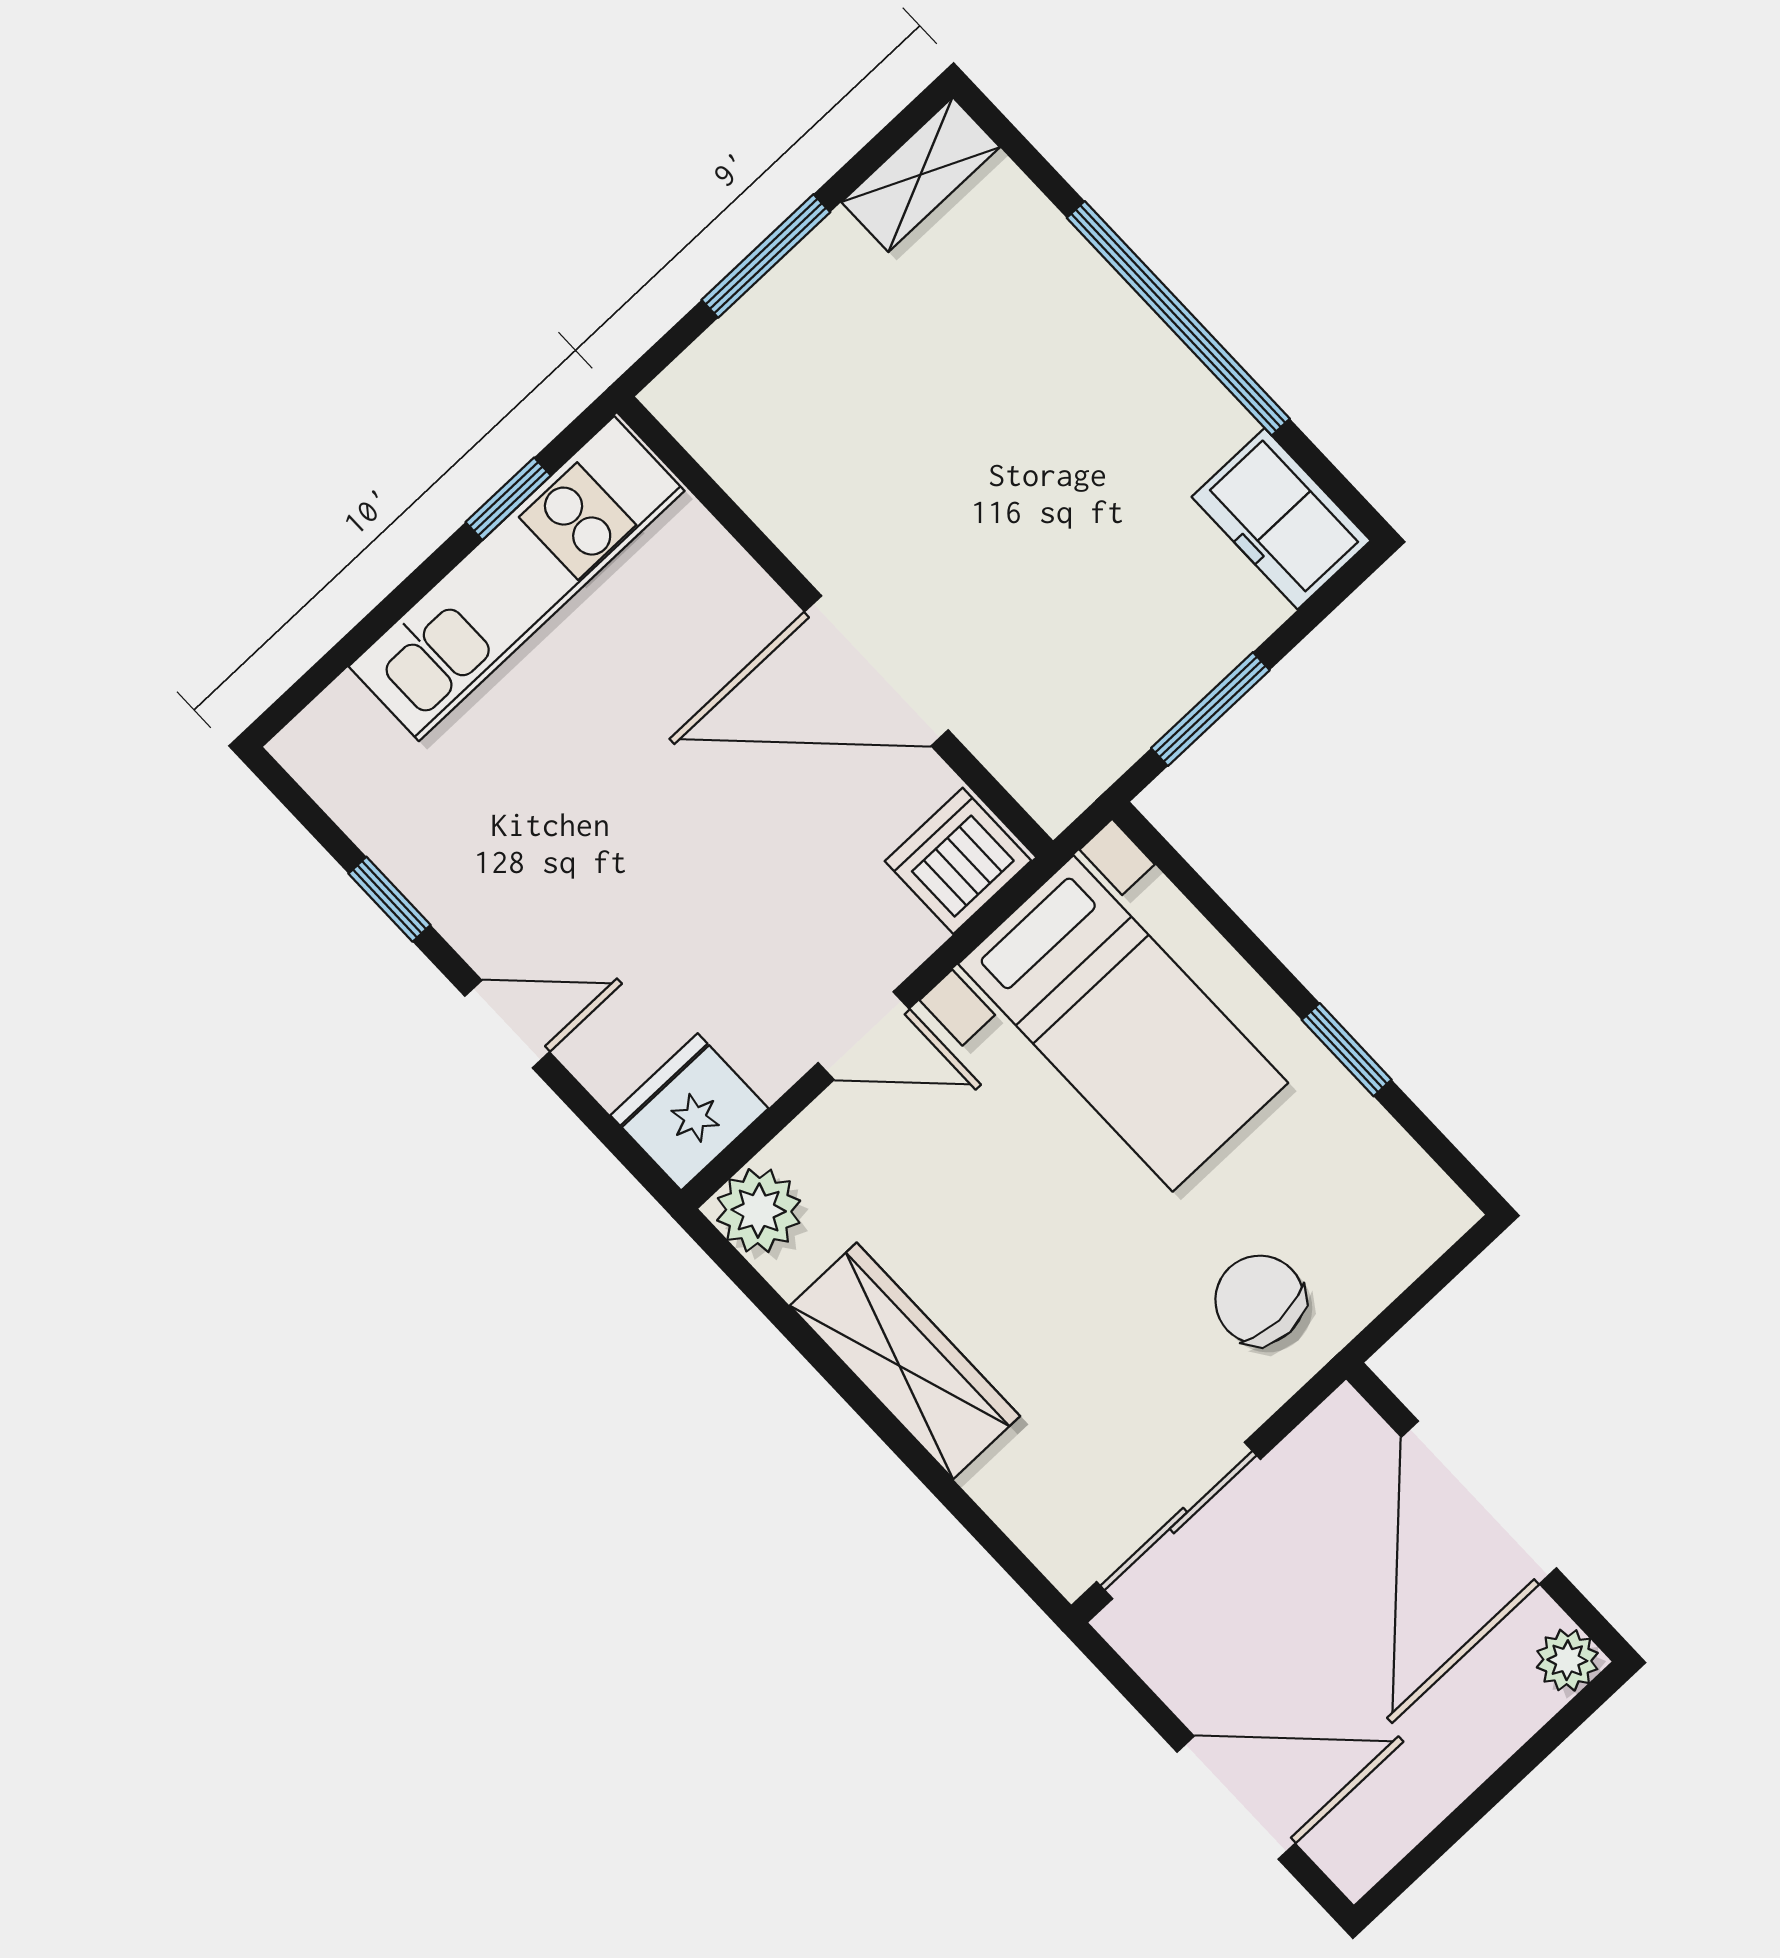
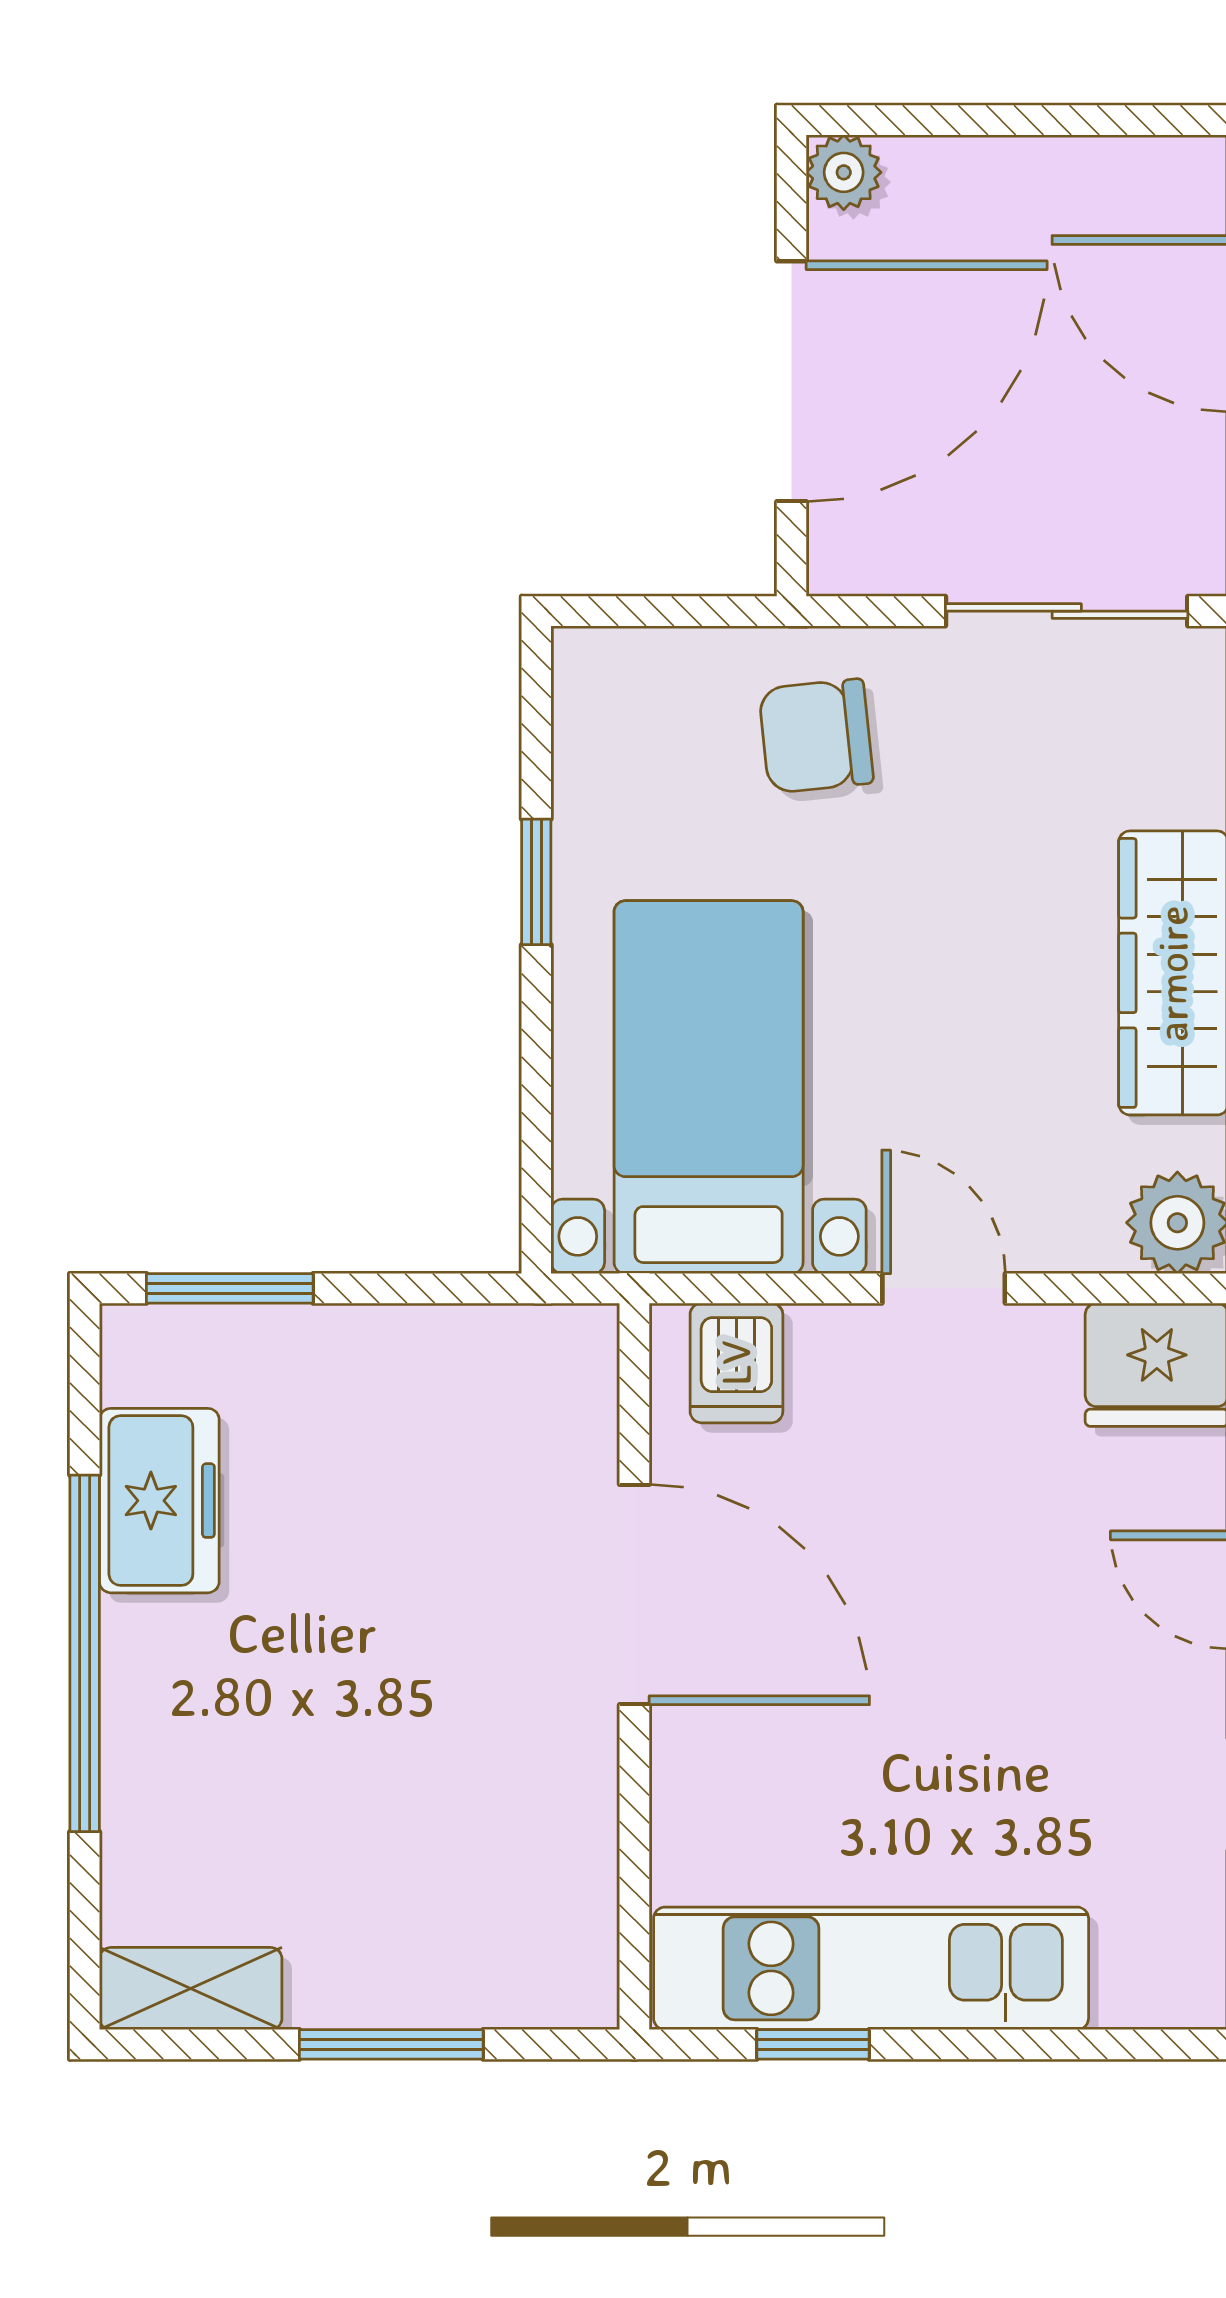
freezer: (1281, 519) -> (159, 1501), moved
window: (1210, 709) -> (230, 1288), moved
dishwasher: (958, 861) -> (736, 1363), width x0.73
chair: (1260, 1300) -> (816, 736), turned 84

